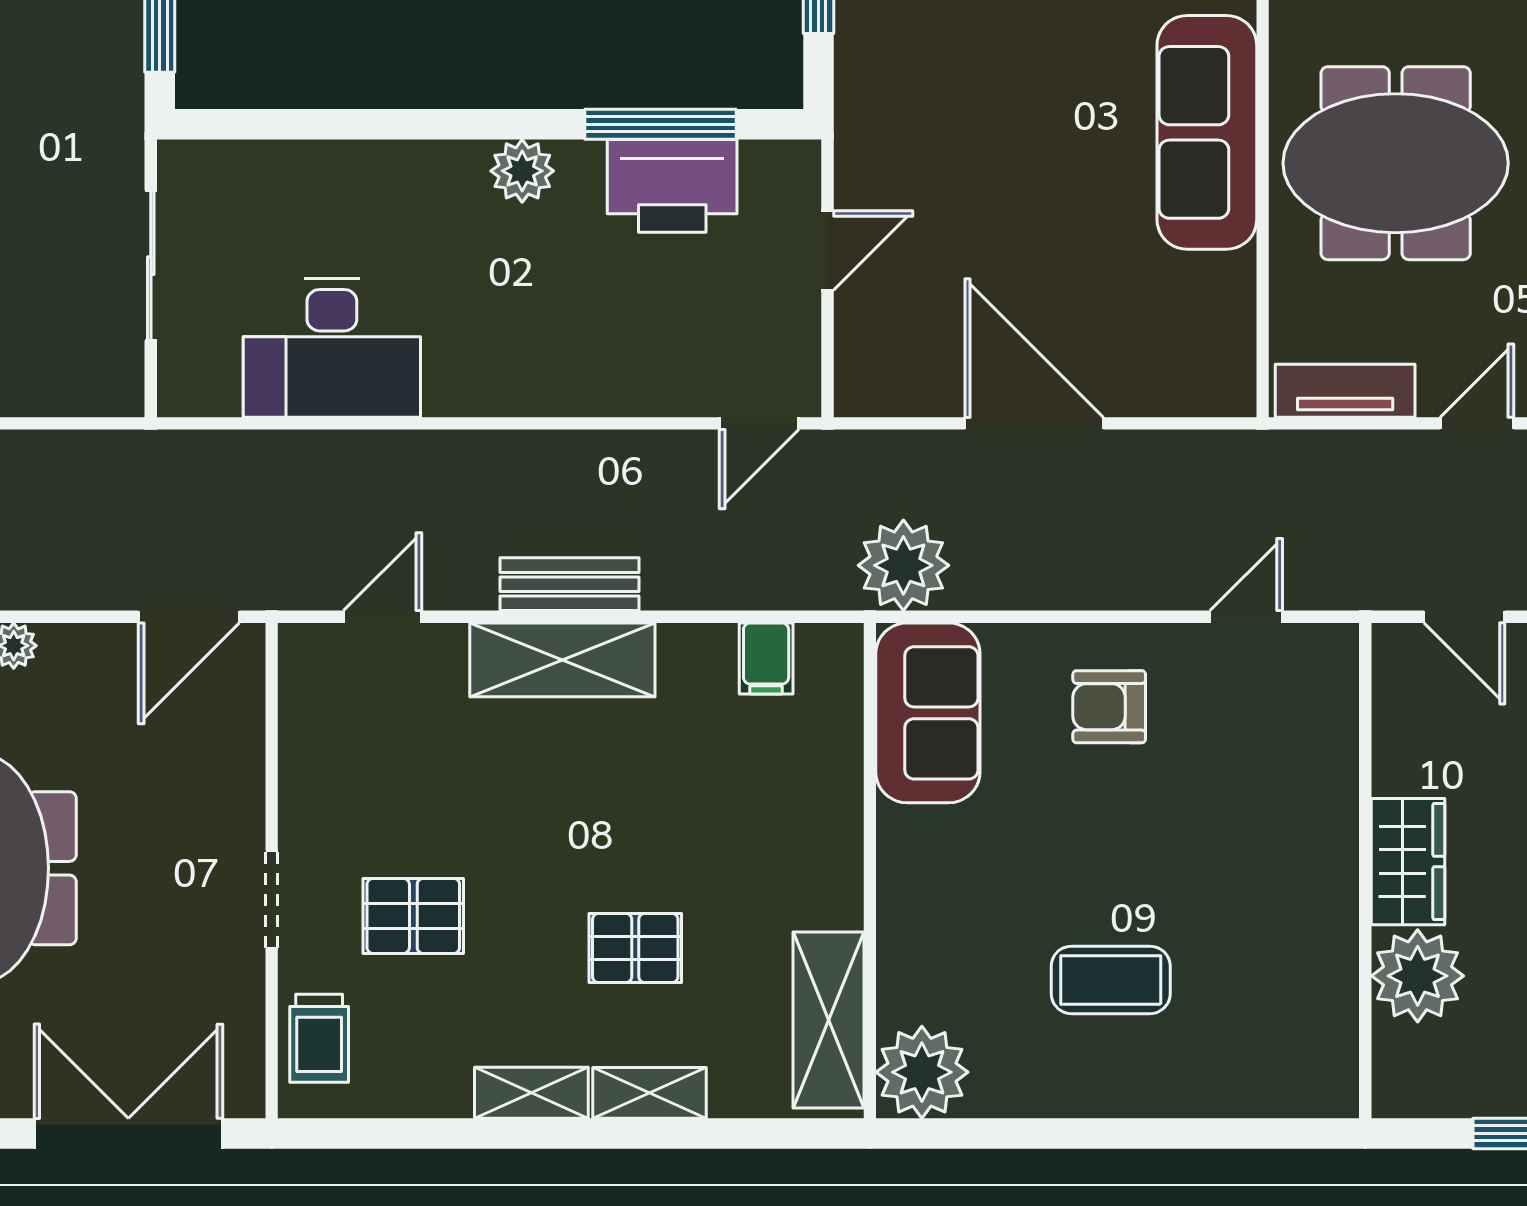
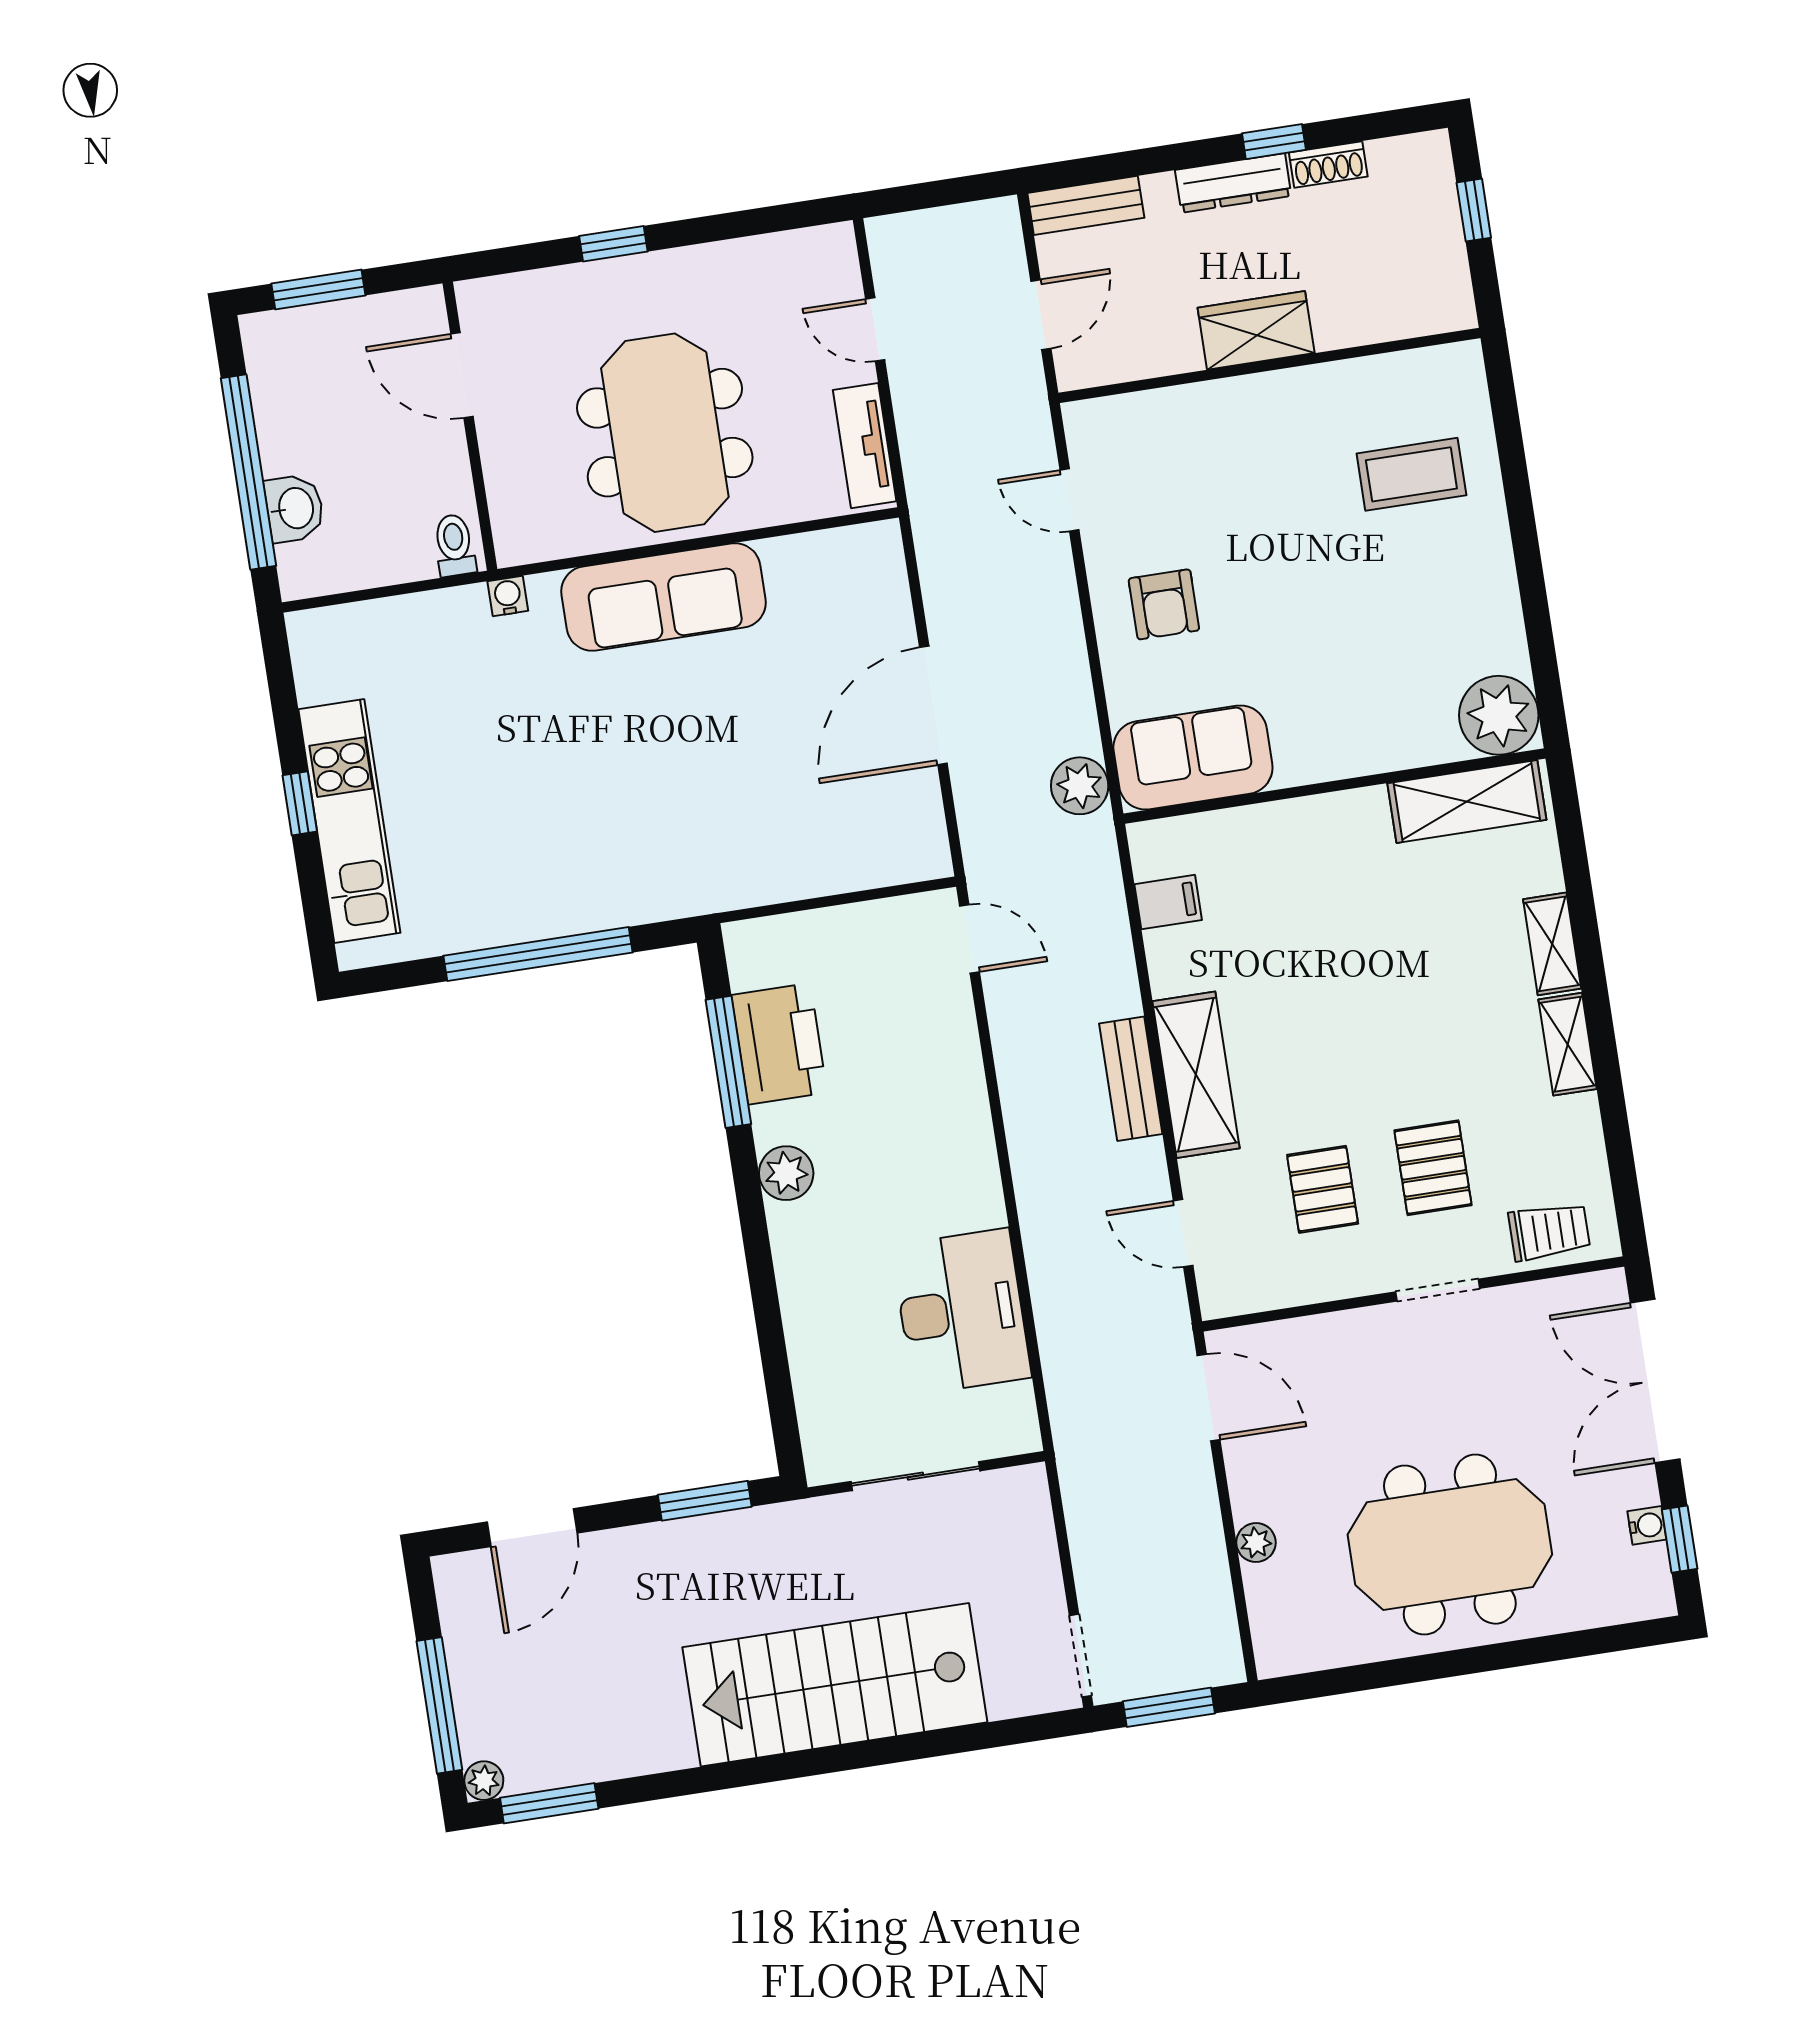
door: (828, 250) -> (814, 904), removed
plant: (903, 565) -> (1080, 786), width x0.73, depth x0.73
pallet: (635, 948) -> (1323, 1189), moved
plant: (1418, 976) -> (1352, 307), removed
coffee table: (1111, 980) -> (1411, 474), moved, turned 90

